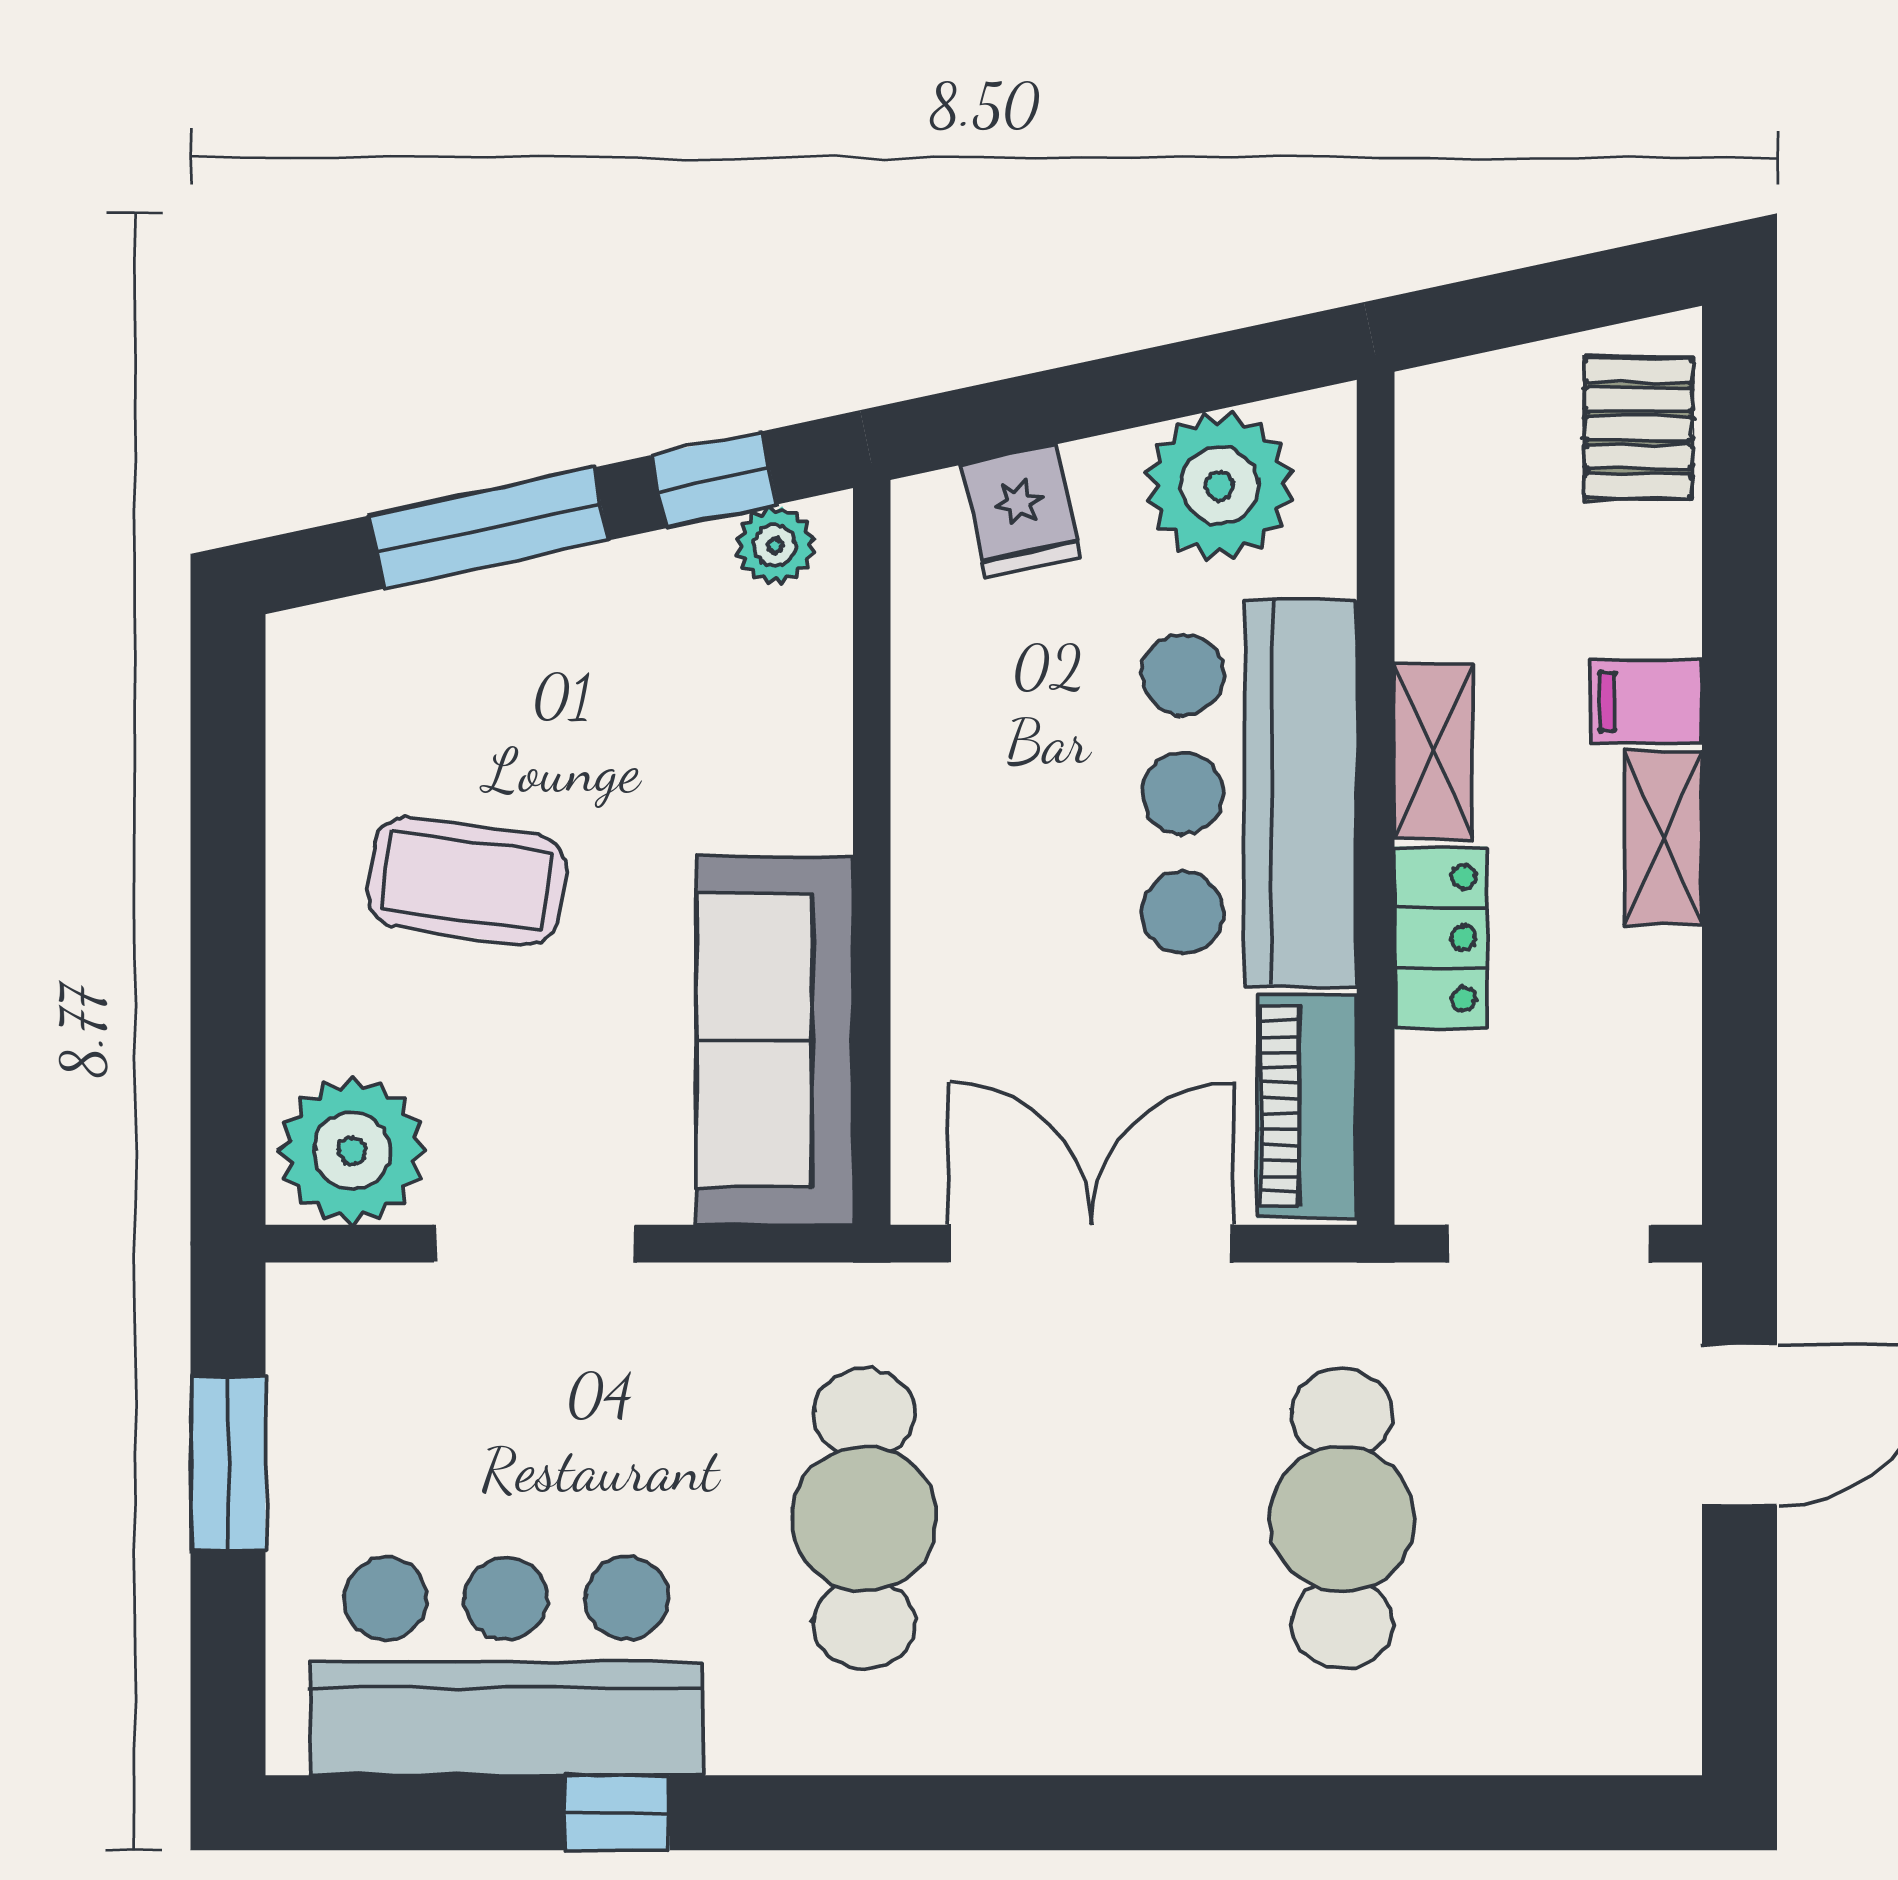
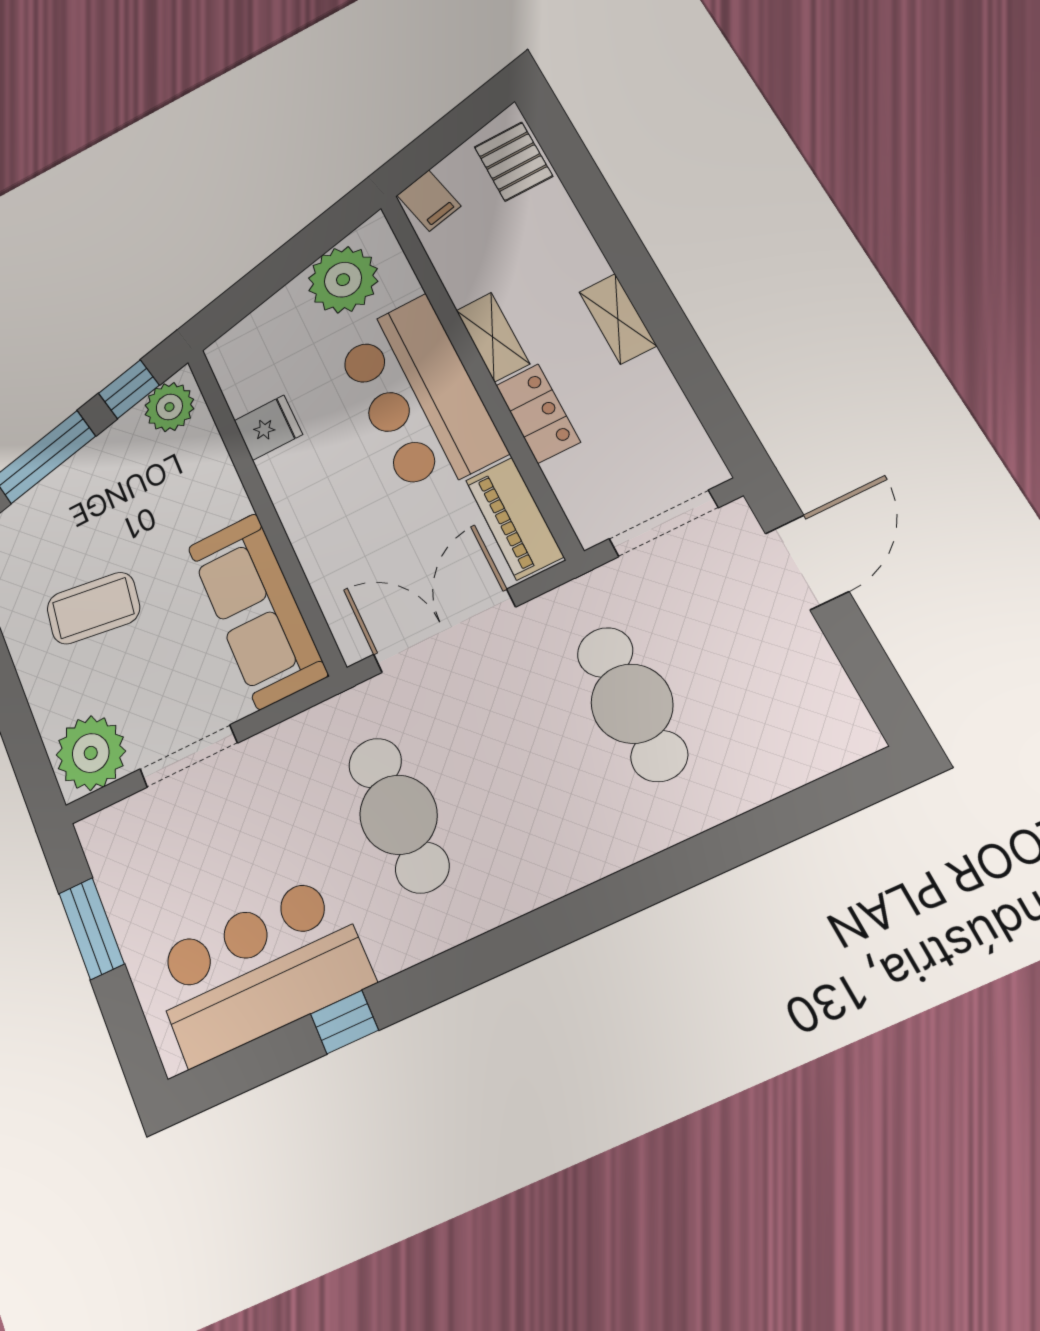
fridge: (1021, 511) -> (268, 428), moved, turned -78
plant: (775, 545) -> (169, 407), width x1.38, depth x1.38
filing cabinet: (1646, 702) -> (429, 201), moved, turned -102

